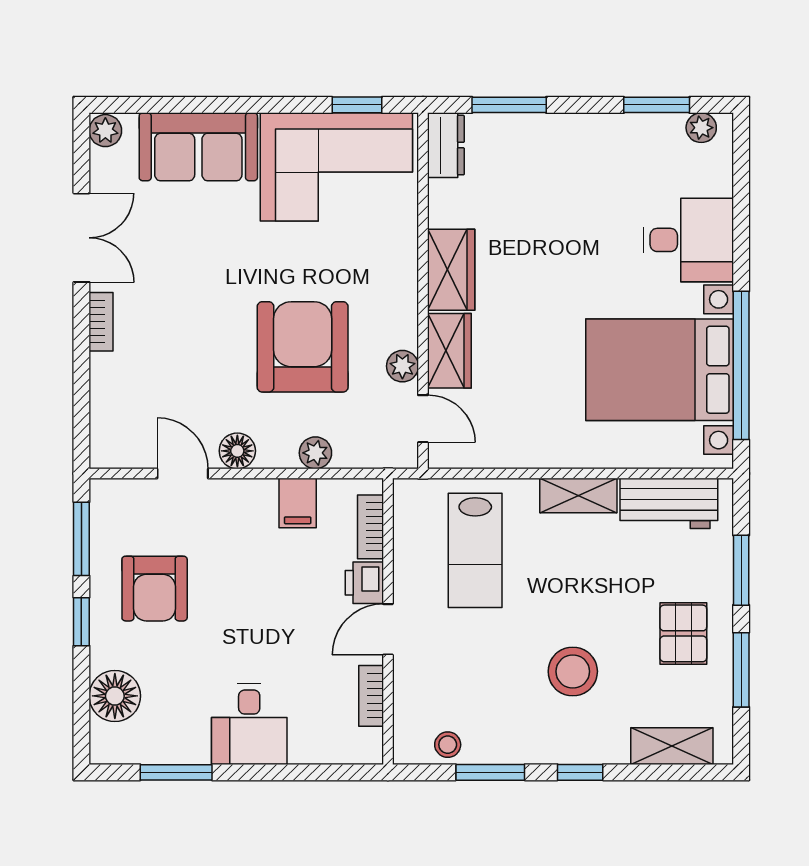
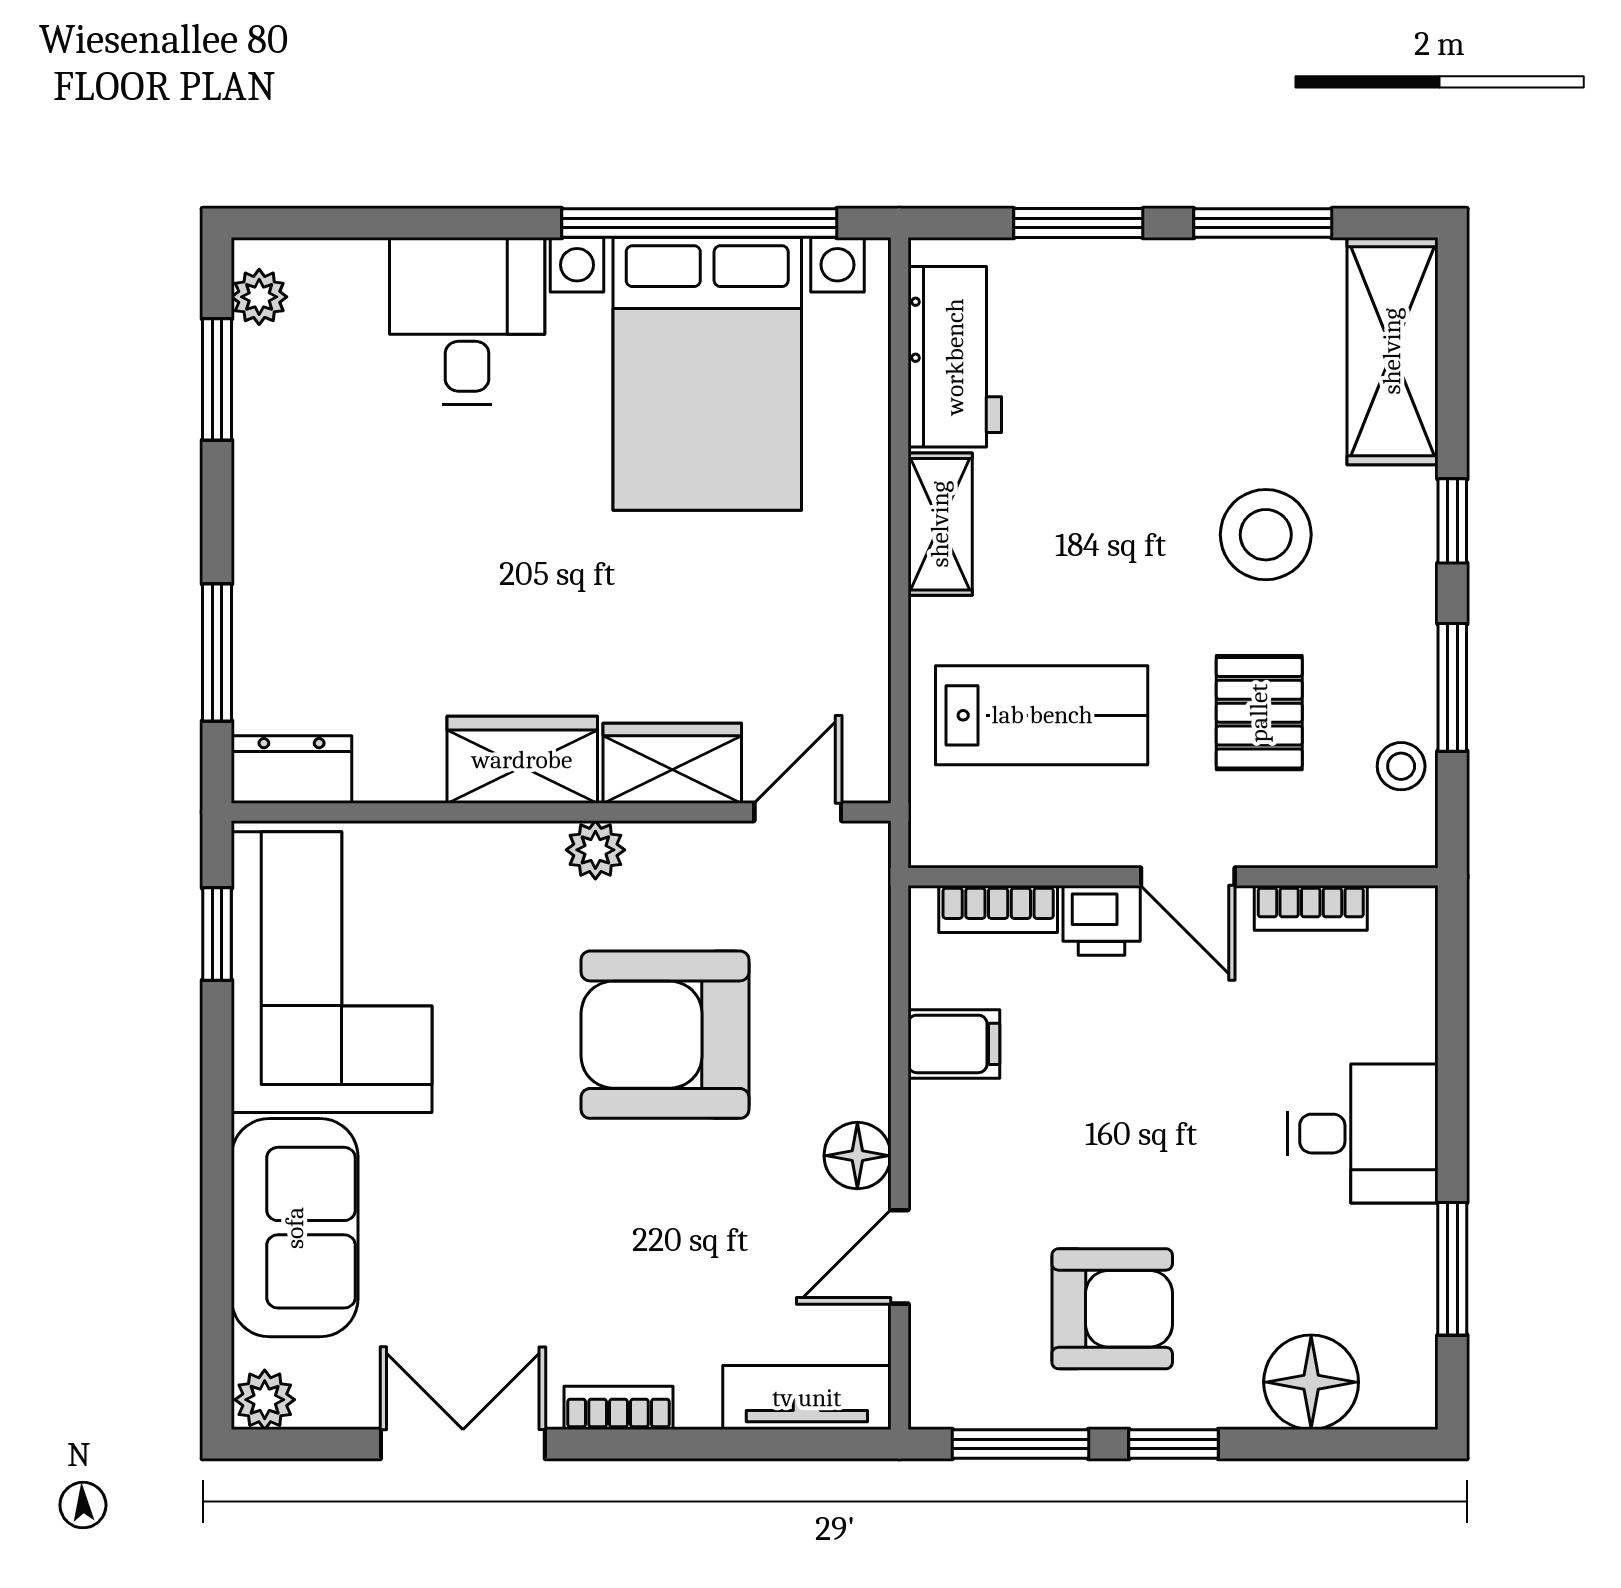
plant: (402, 366) -> (595, 850), moved
tv unit: (107, 424) -> (807, 1398), added
plant: (315, 453) -> (861, 1011), removed
pallet: (683, 633) -> (1259, 713), moved, turned 90
shelving: (672, 746) -> (1392, 351), width x1.50, depth x1.33

